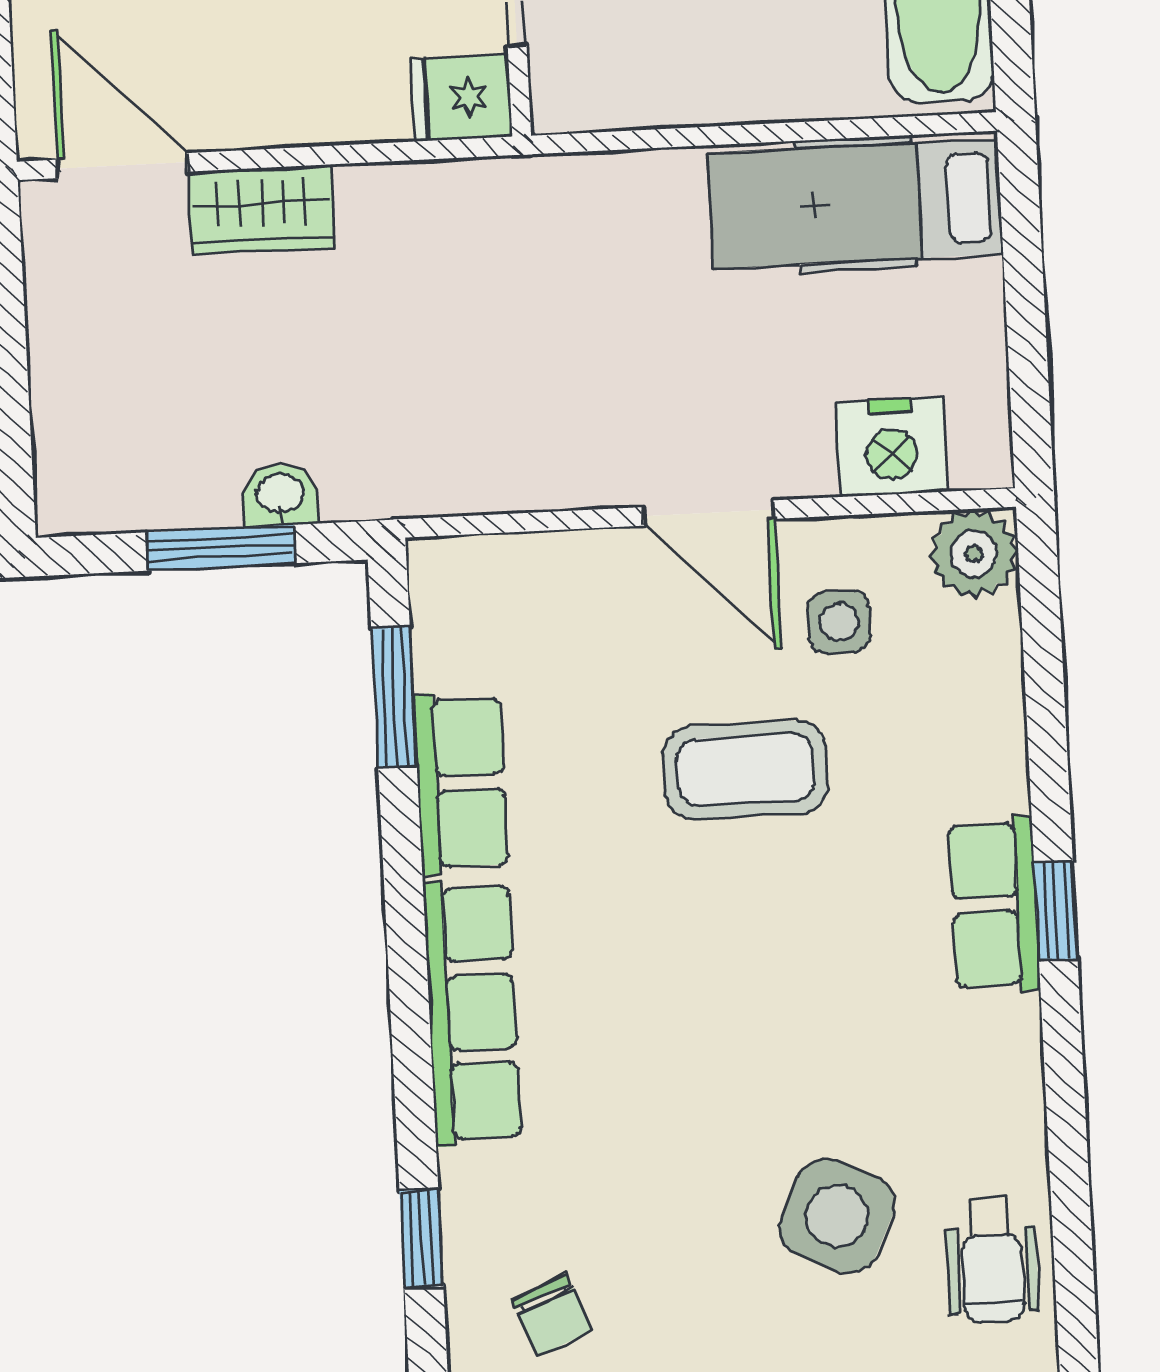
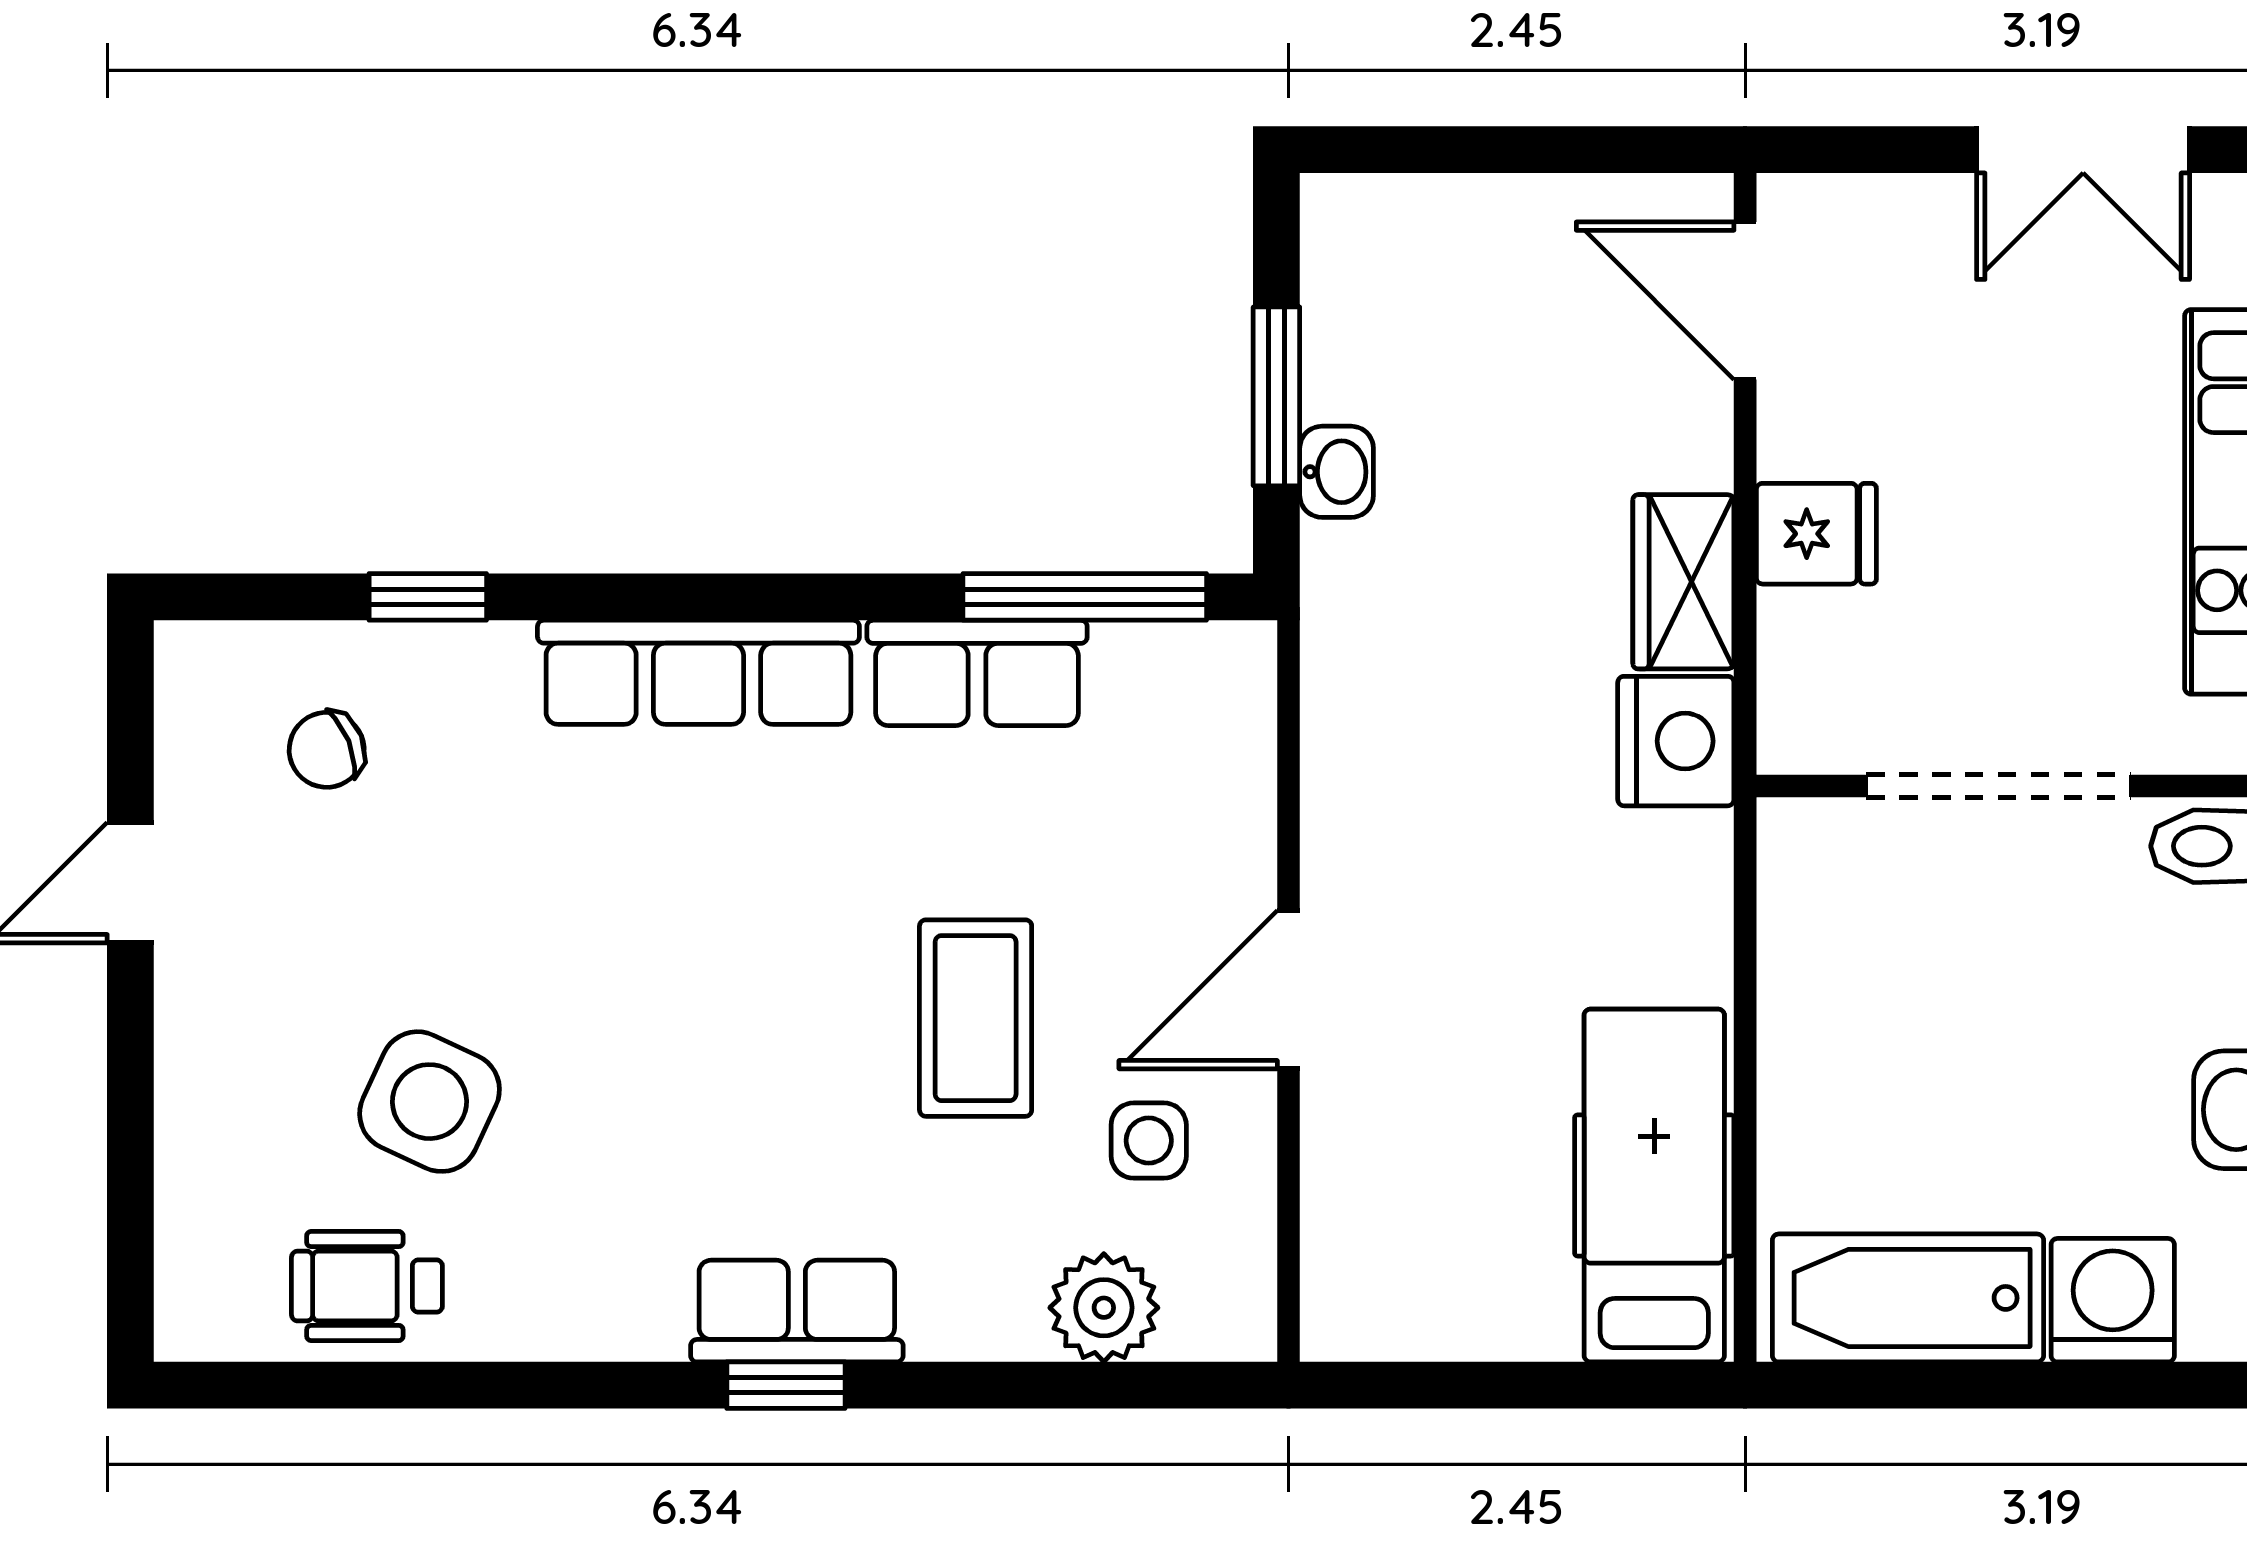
fridge: (461, 98) -> (1816, 534), moved, turned 90
door: (122, 166) -> (1745, 301), swing flipped
wardrobe: (262, 210) -> (1683, 582), moved
nightstand: (891, 447) -> (1676, 741), moved, turned 180
plant: (974, 554) -> (1104, 1308), moved
window: (394, 697) -> (1085, 597), width x1.44

